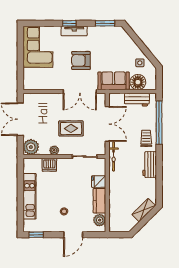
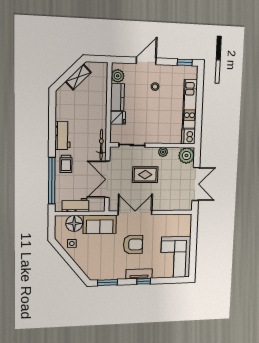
dishwasher: (49, 165) -> (188, 137), moved, turned -90
shelving: (144, 210) -> (78, 77), moved

